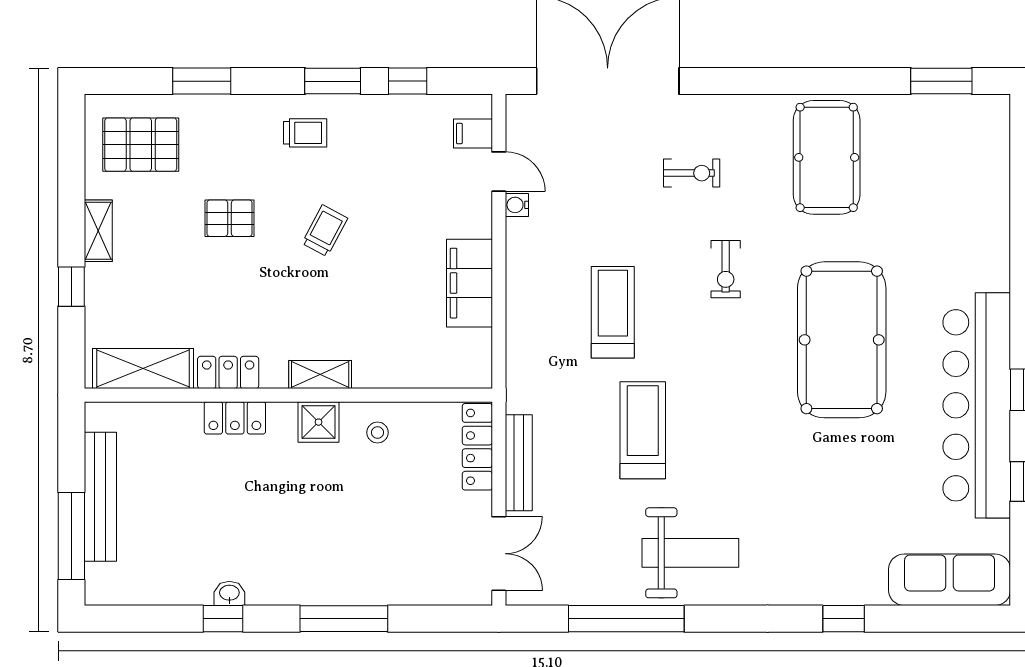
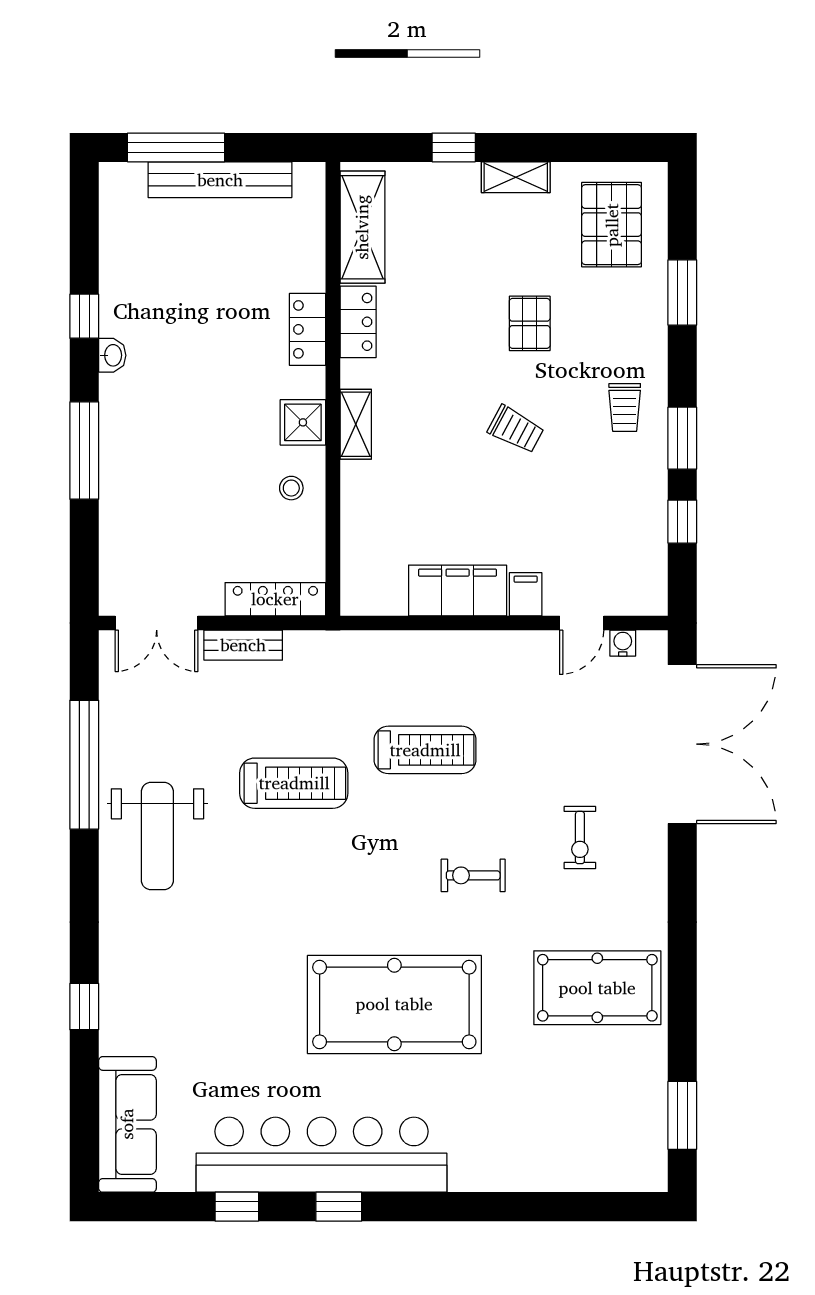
filing cabinet: (473, 134) -> (526, 594), moved
water cooler: (517, 205) -> (623, 643), moved
bench: (519, 463) -> (243, 645), width x0.73
washbasin: (229, 593) -> (112, 355), moved

